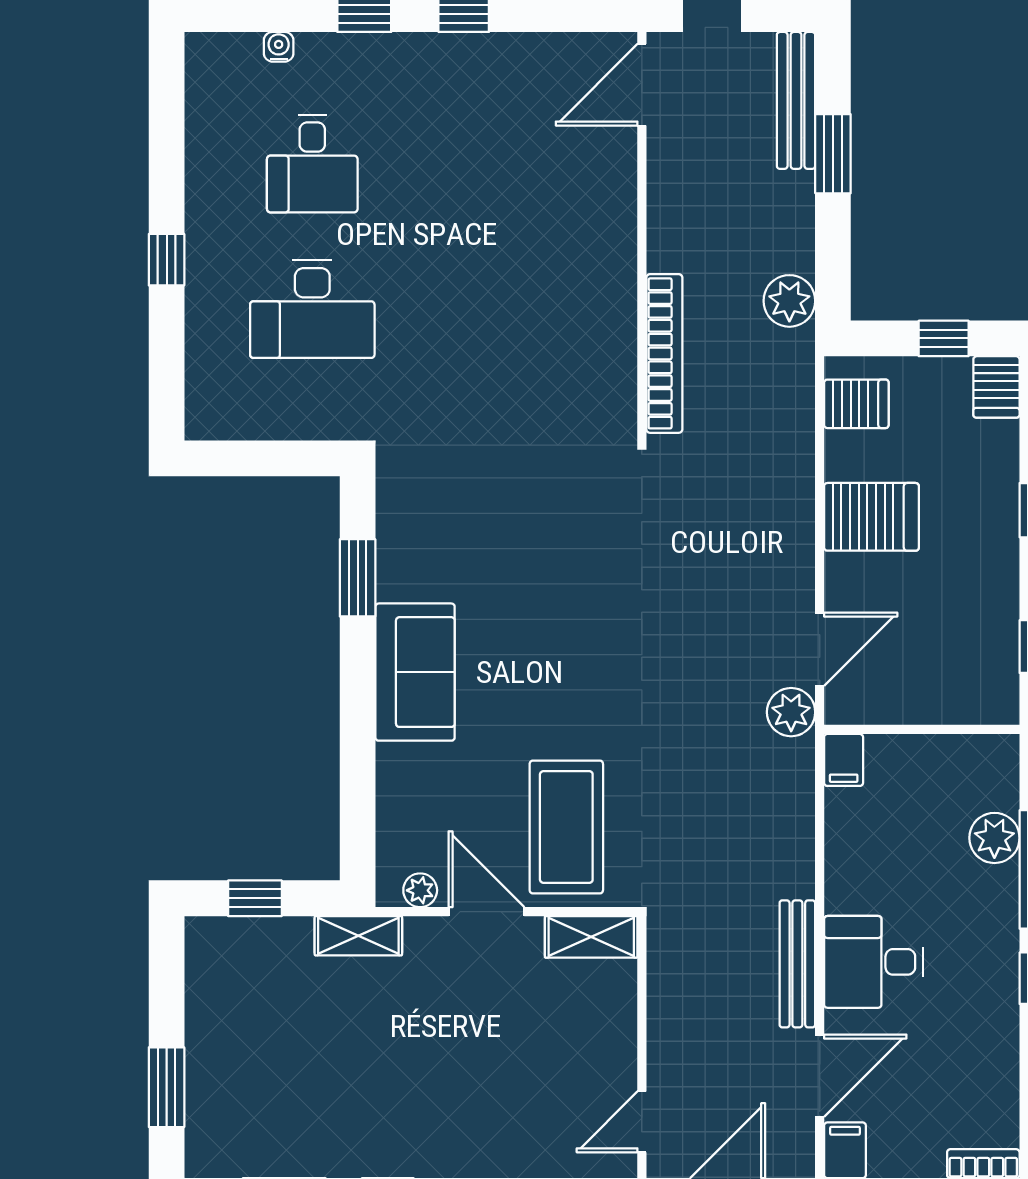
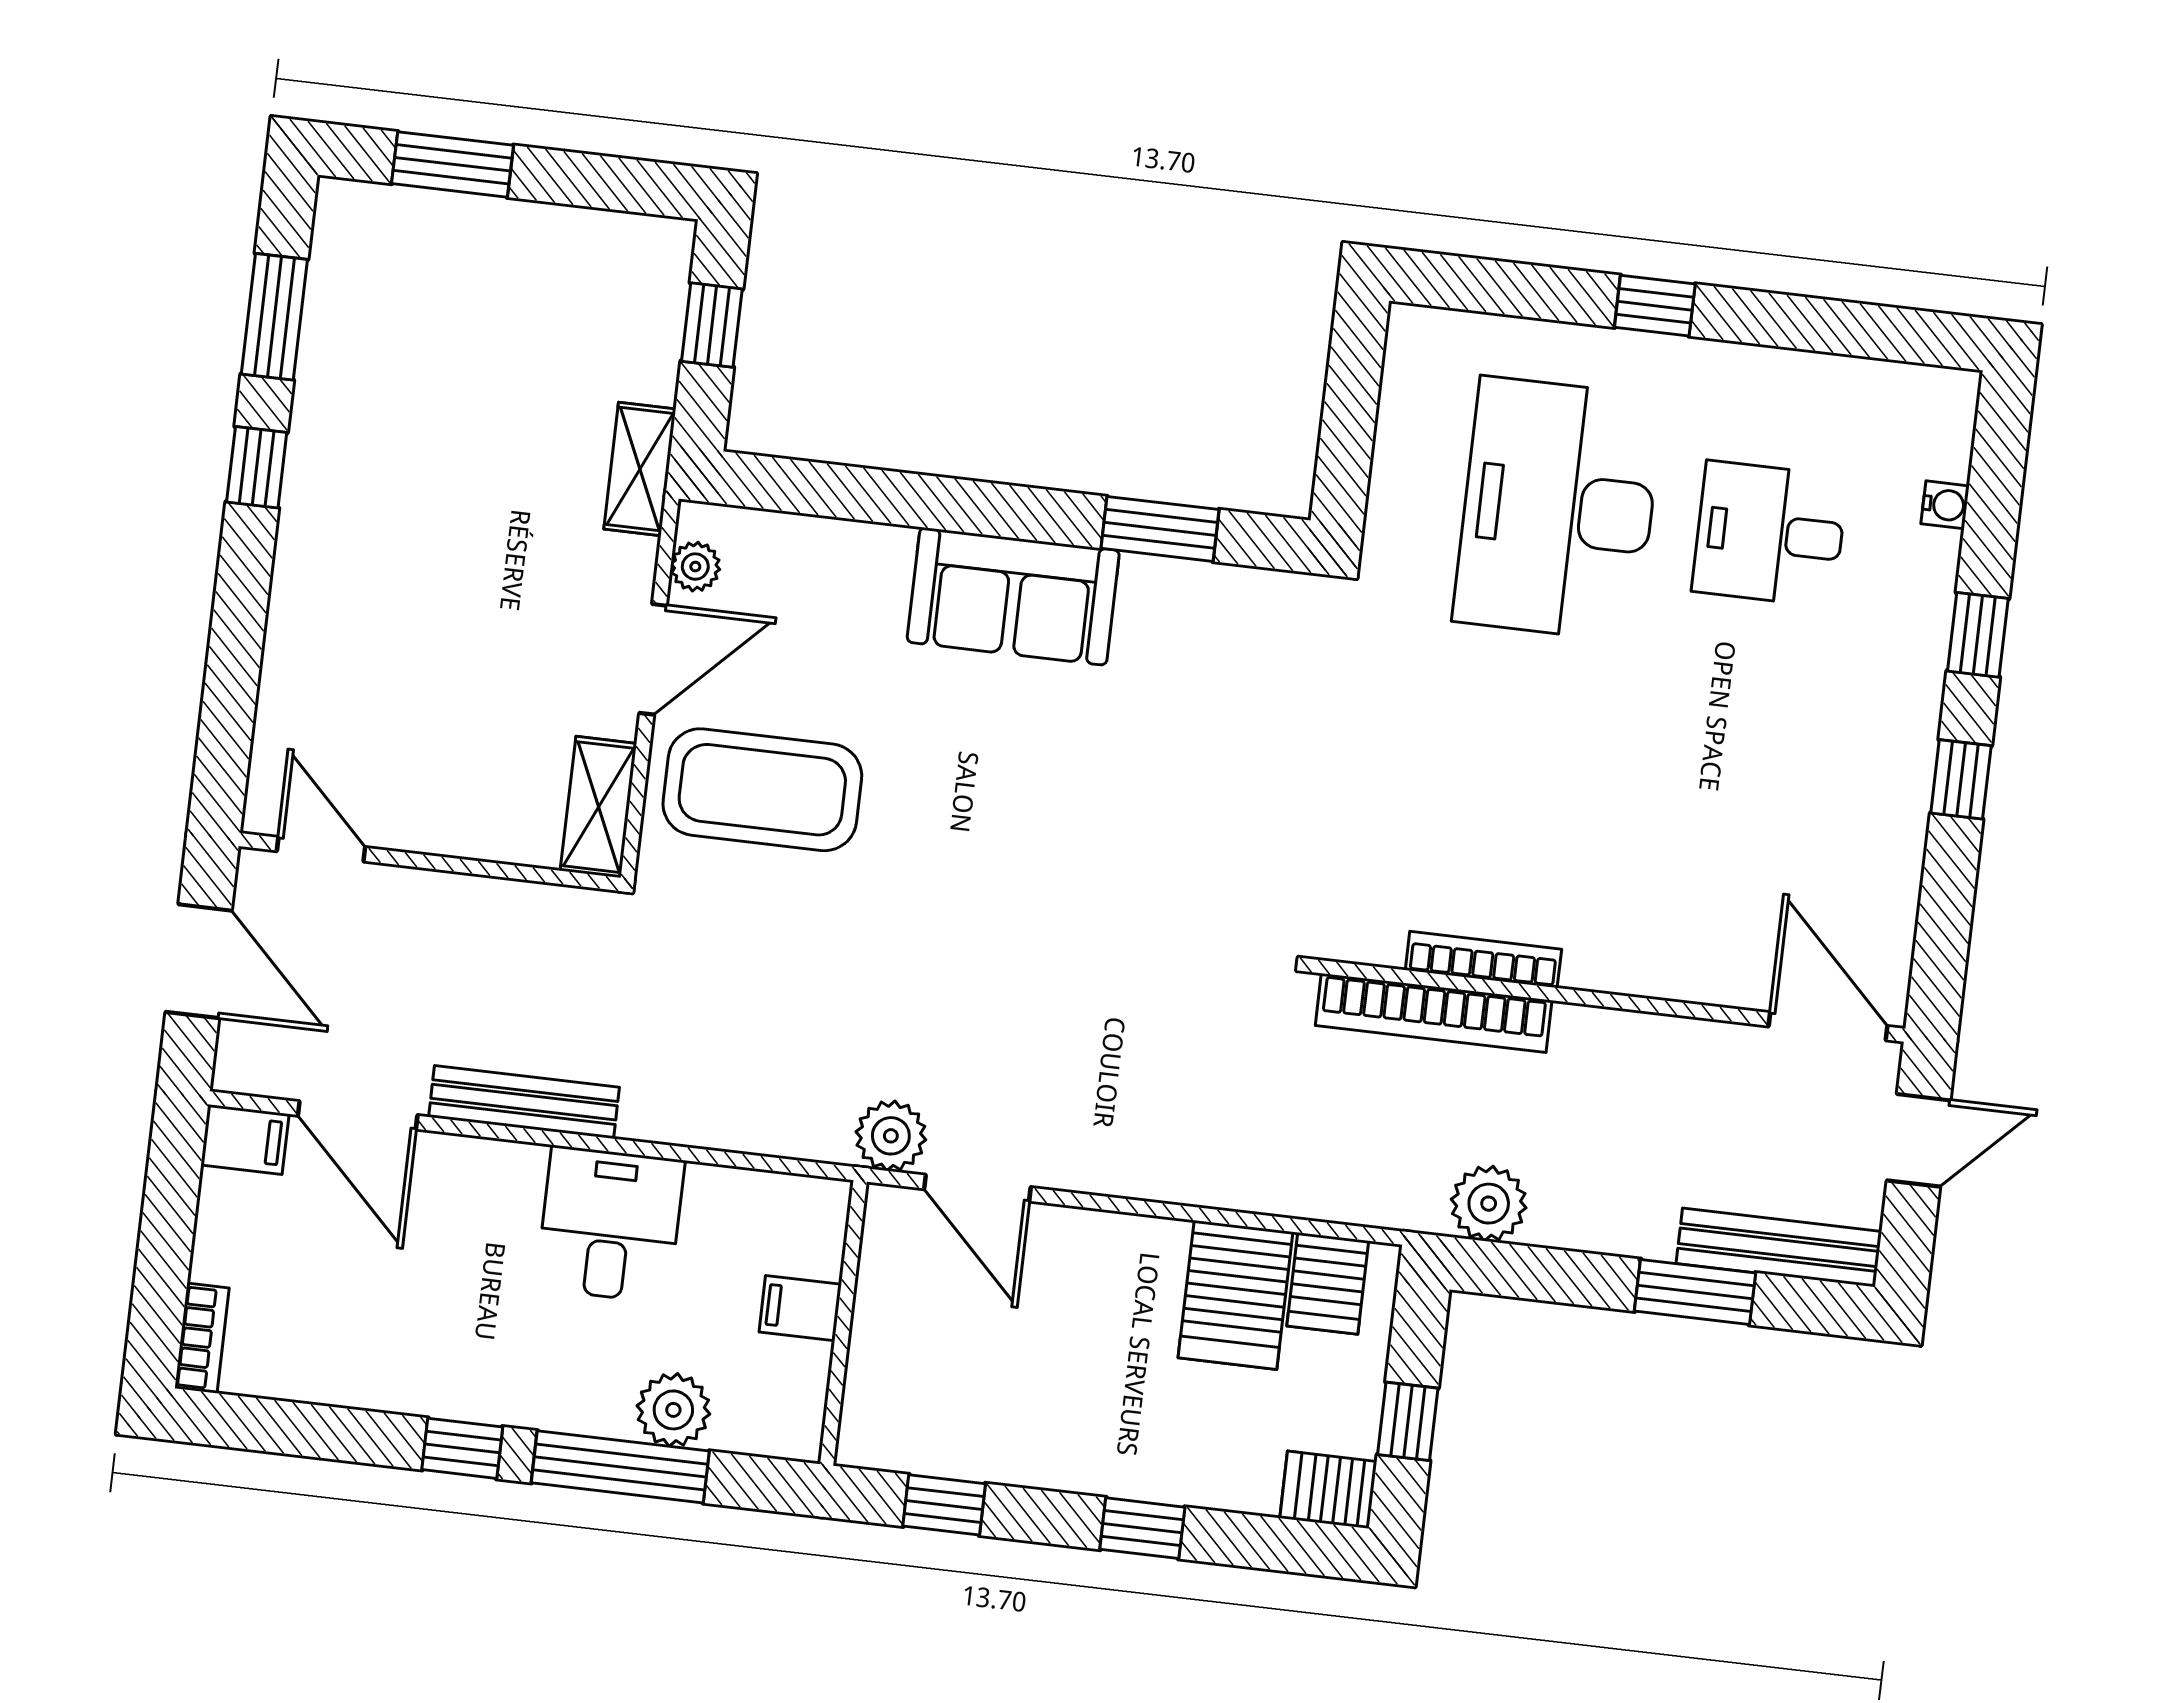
desk: (312, 309) -> (1558, 509), width x1.36, depth x1.30
bookcase: (624, 324) -> (1483, 960), added
server rack: (871, 517) -> (1235, 1295), moved
filing cabinet: (844, 760) -> (800, 1308), moved
desk: (874, 962) -> (610, 1224), moved

